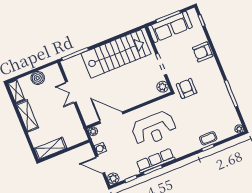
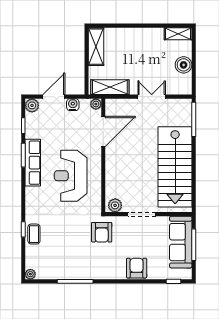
armchair: (187, 89) -> (102, 232), turned 90
shelving: (27, 116) -> (110, 87), moved

